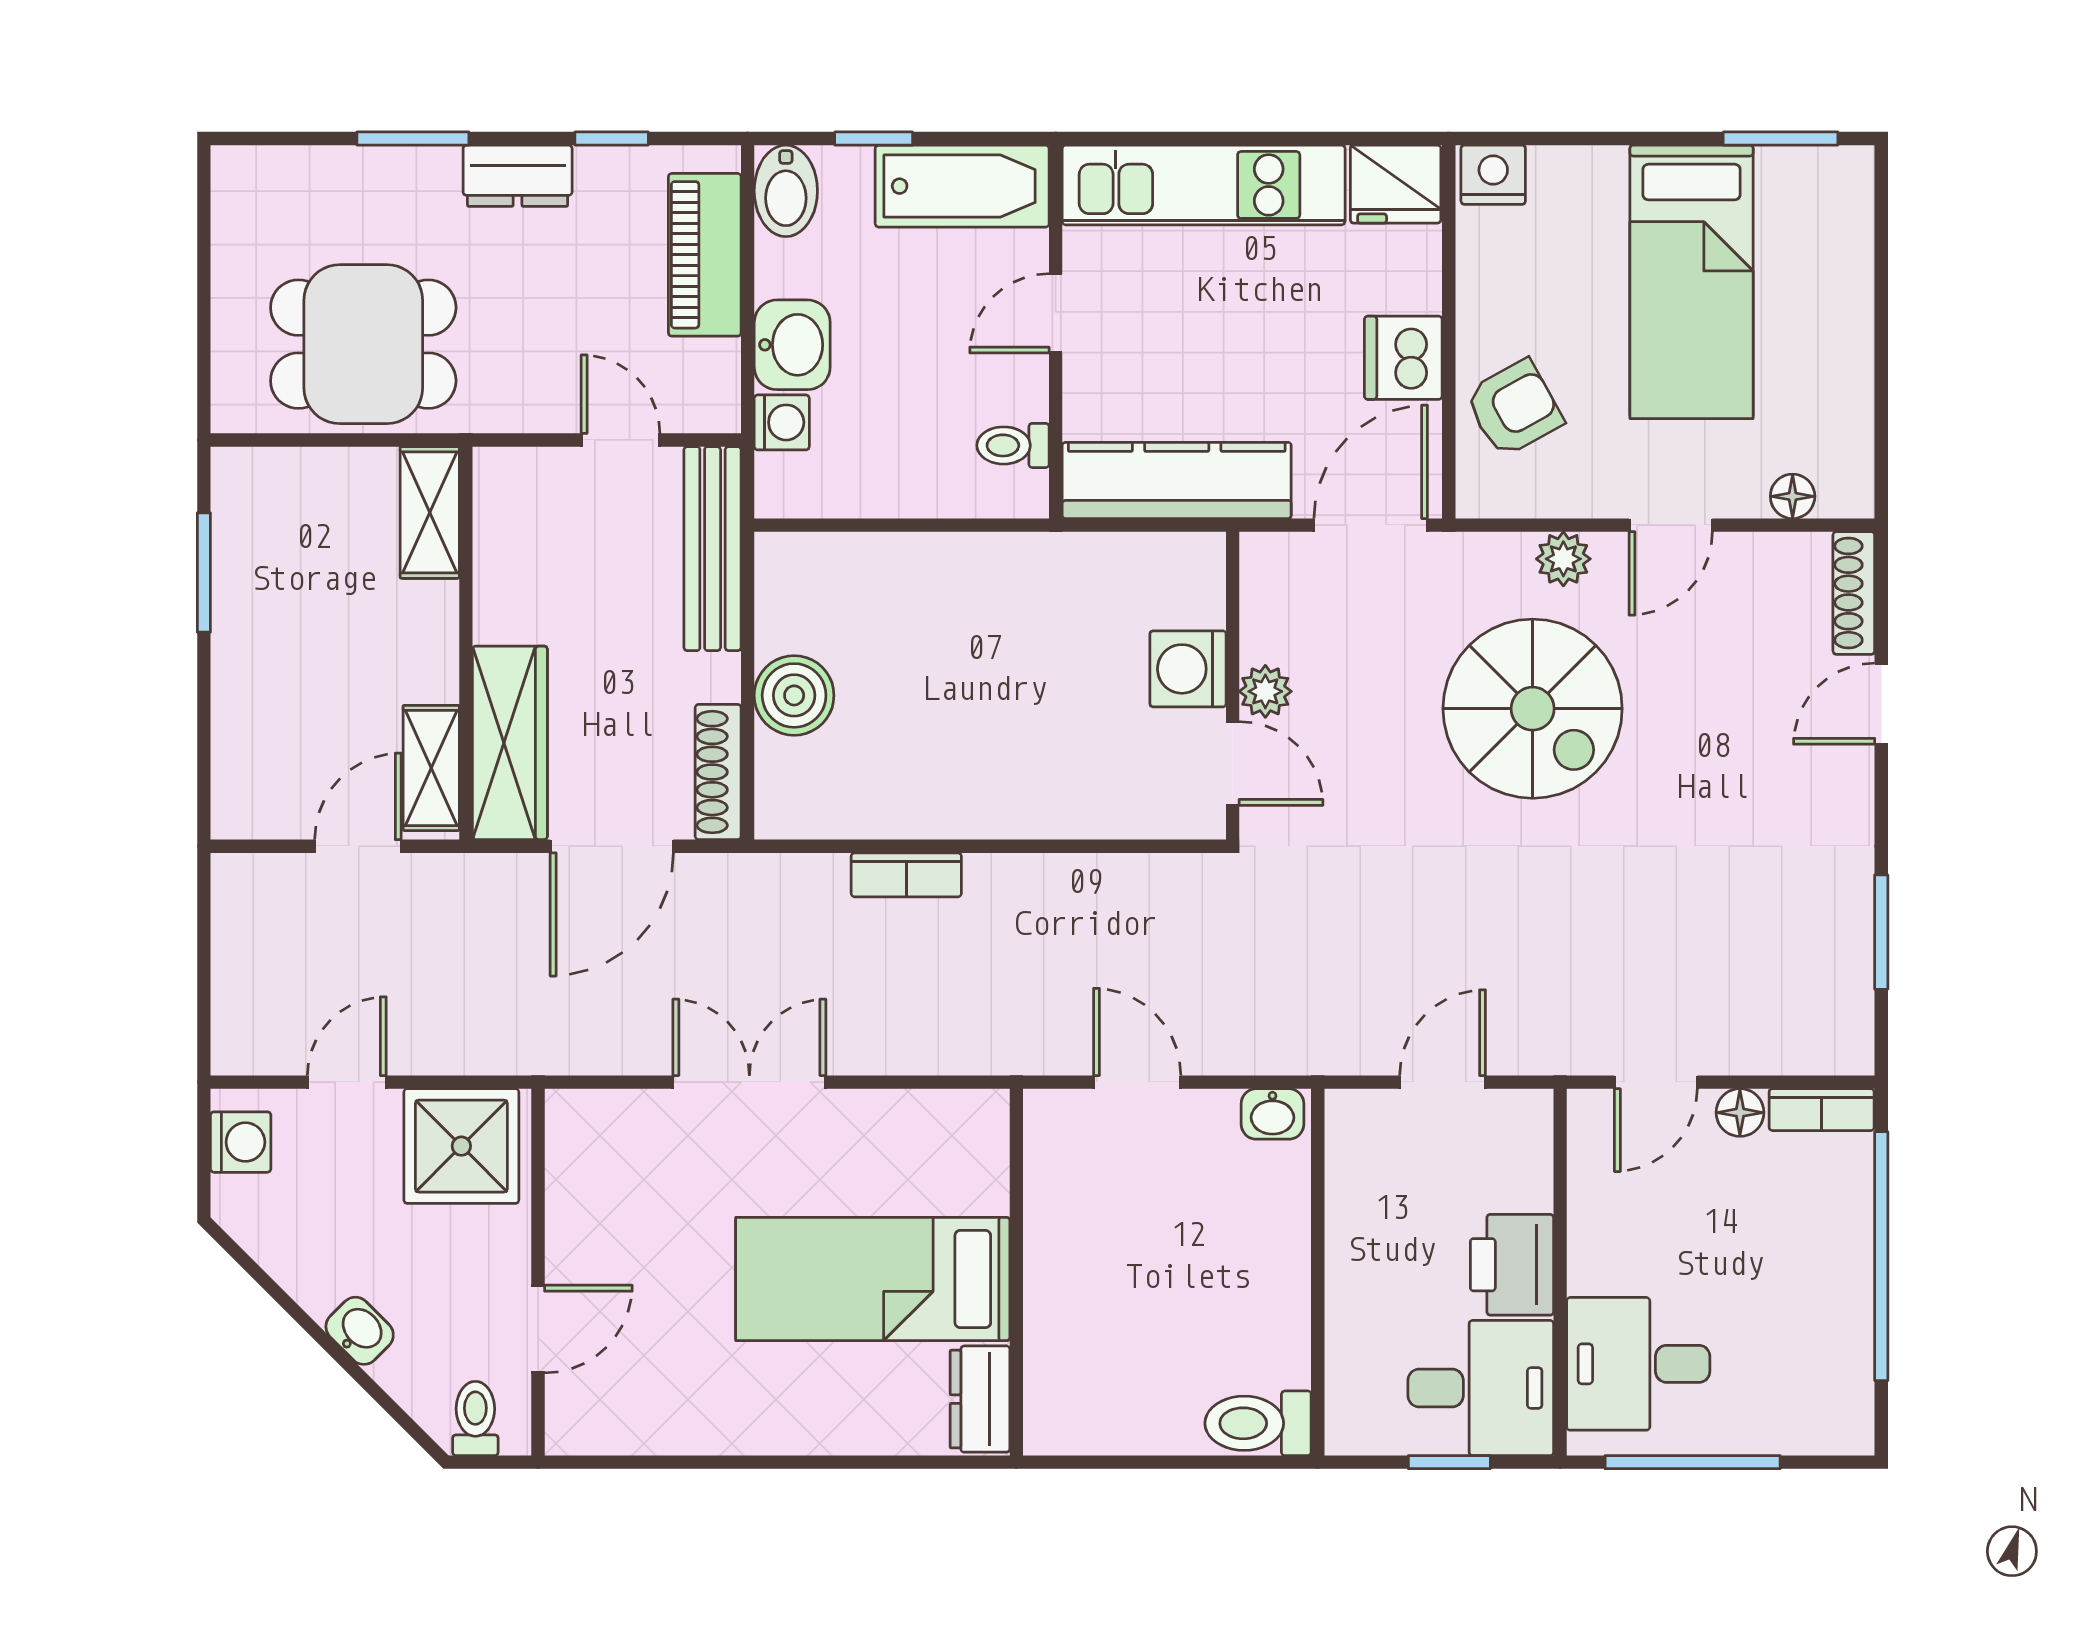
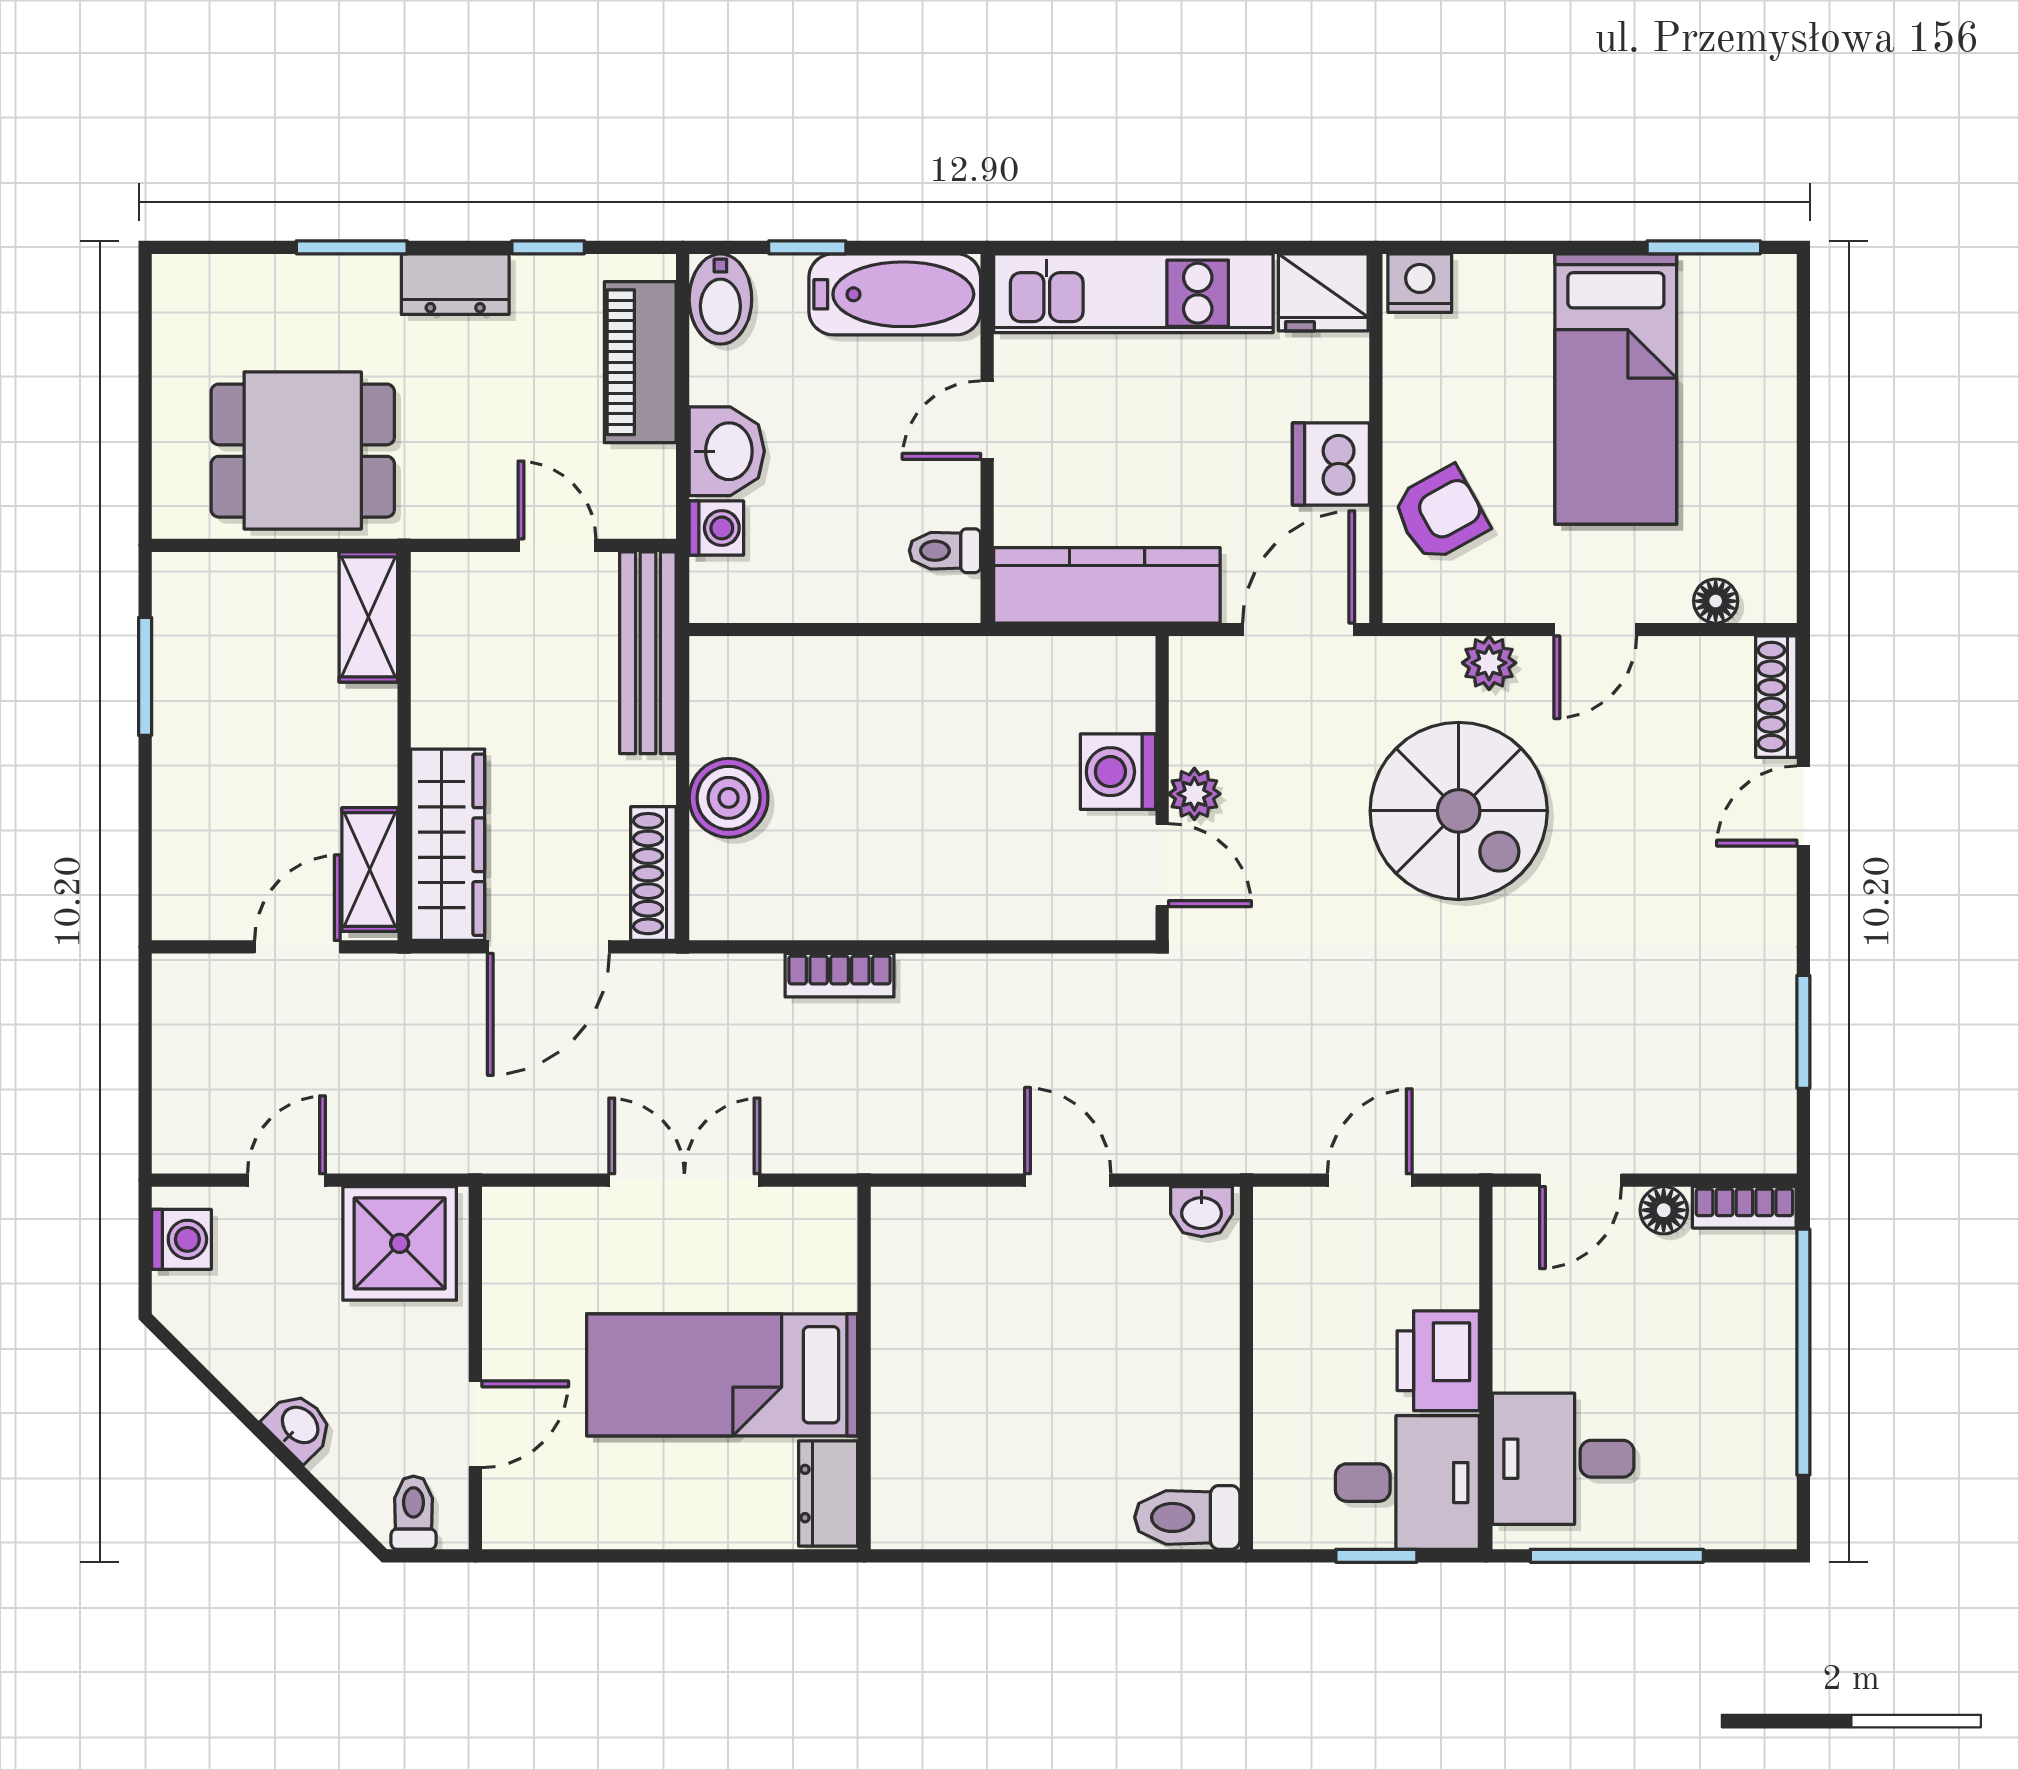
wall: (1016, 1272) -> (864, 1368), moved
bed: (873, 1279) -> (722, 1375), moved
dresser: (980, 1399) -> (828, 1494), moved

